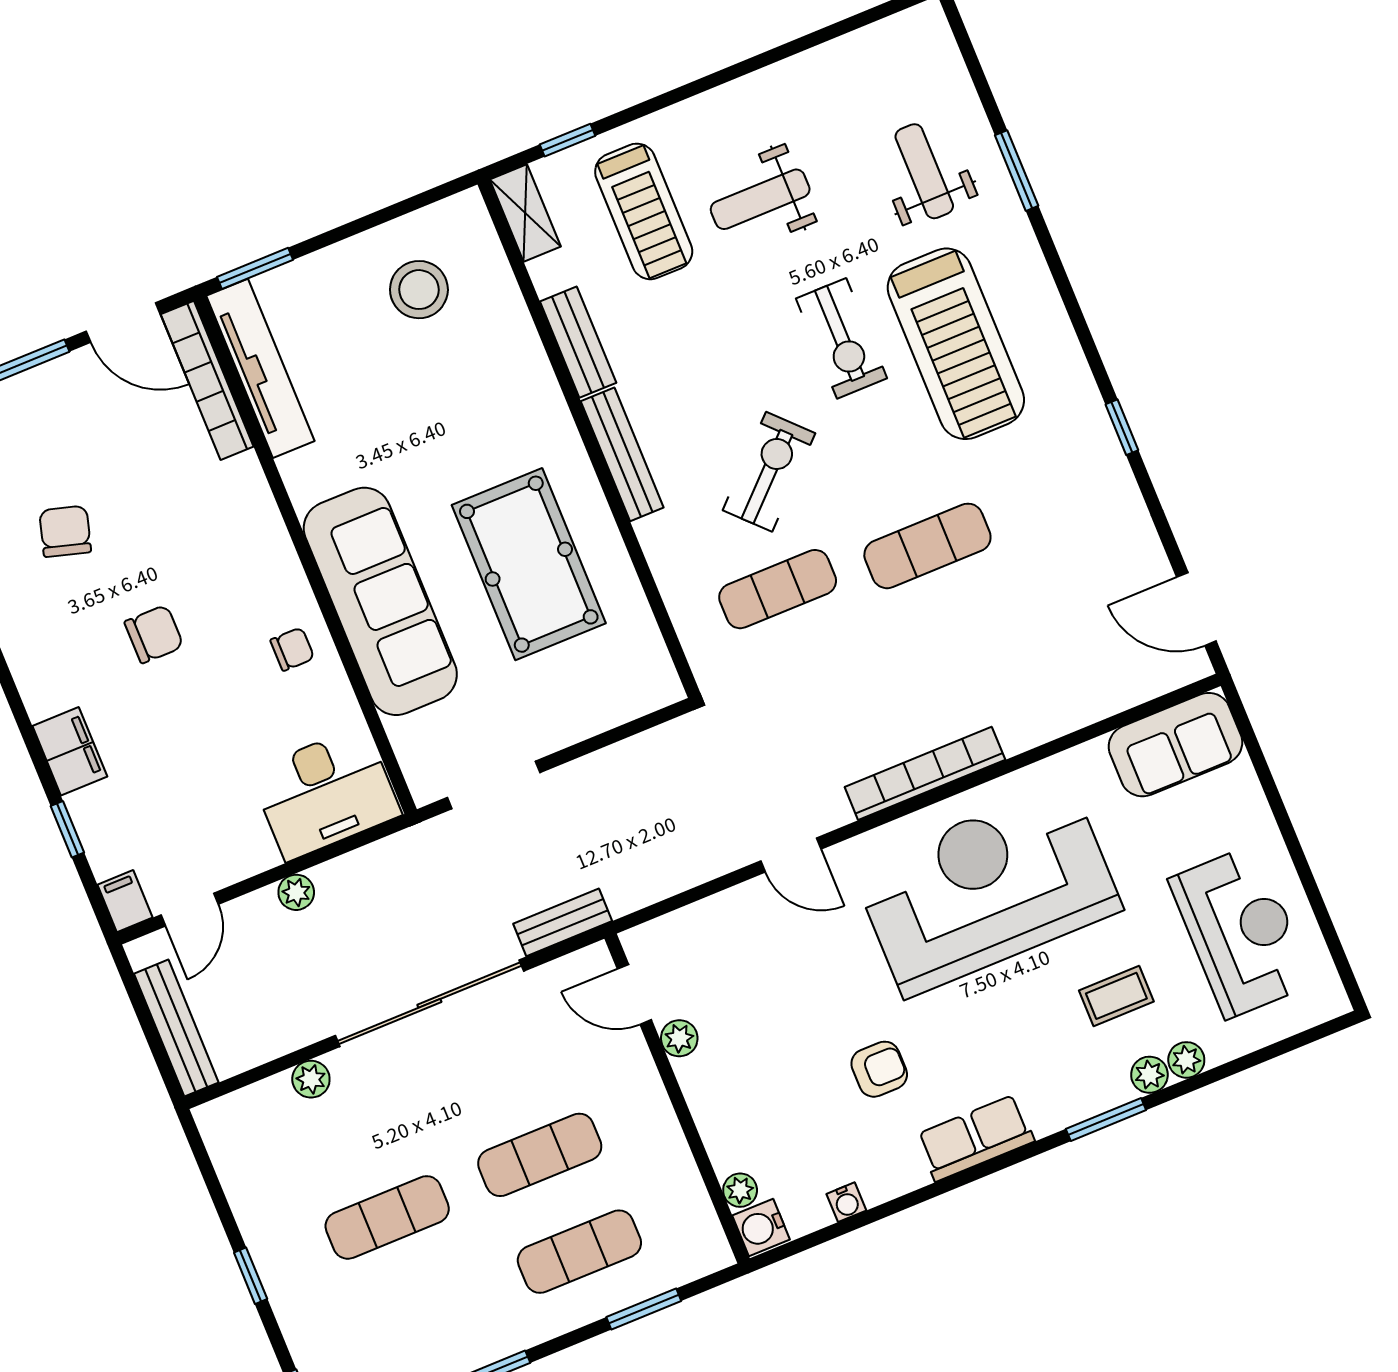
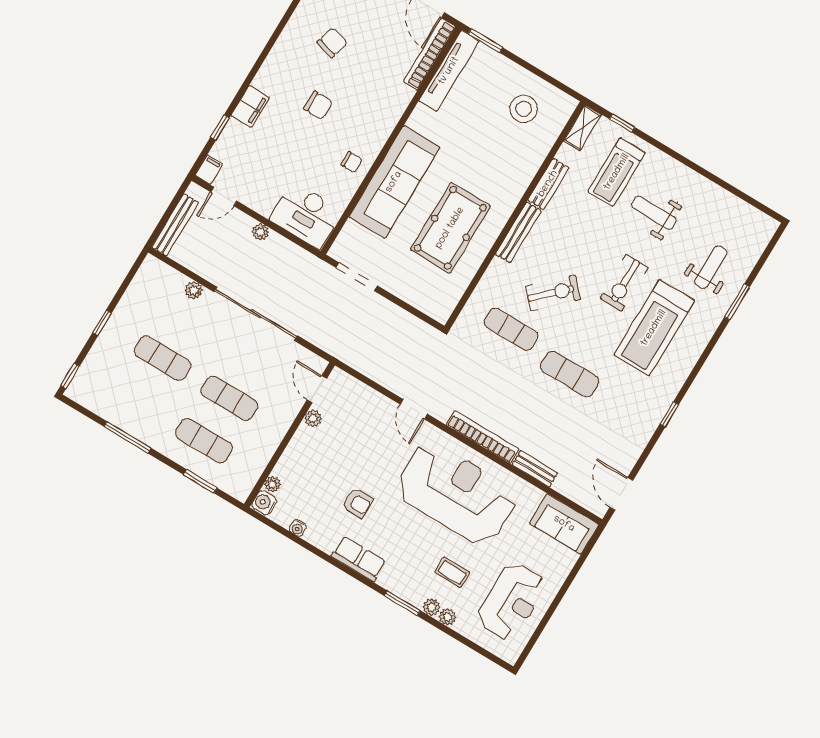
bench: (563, 922) -> (535, 469), moved

